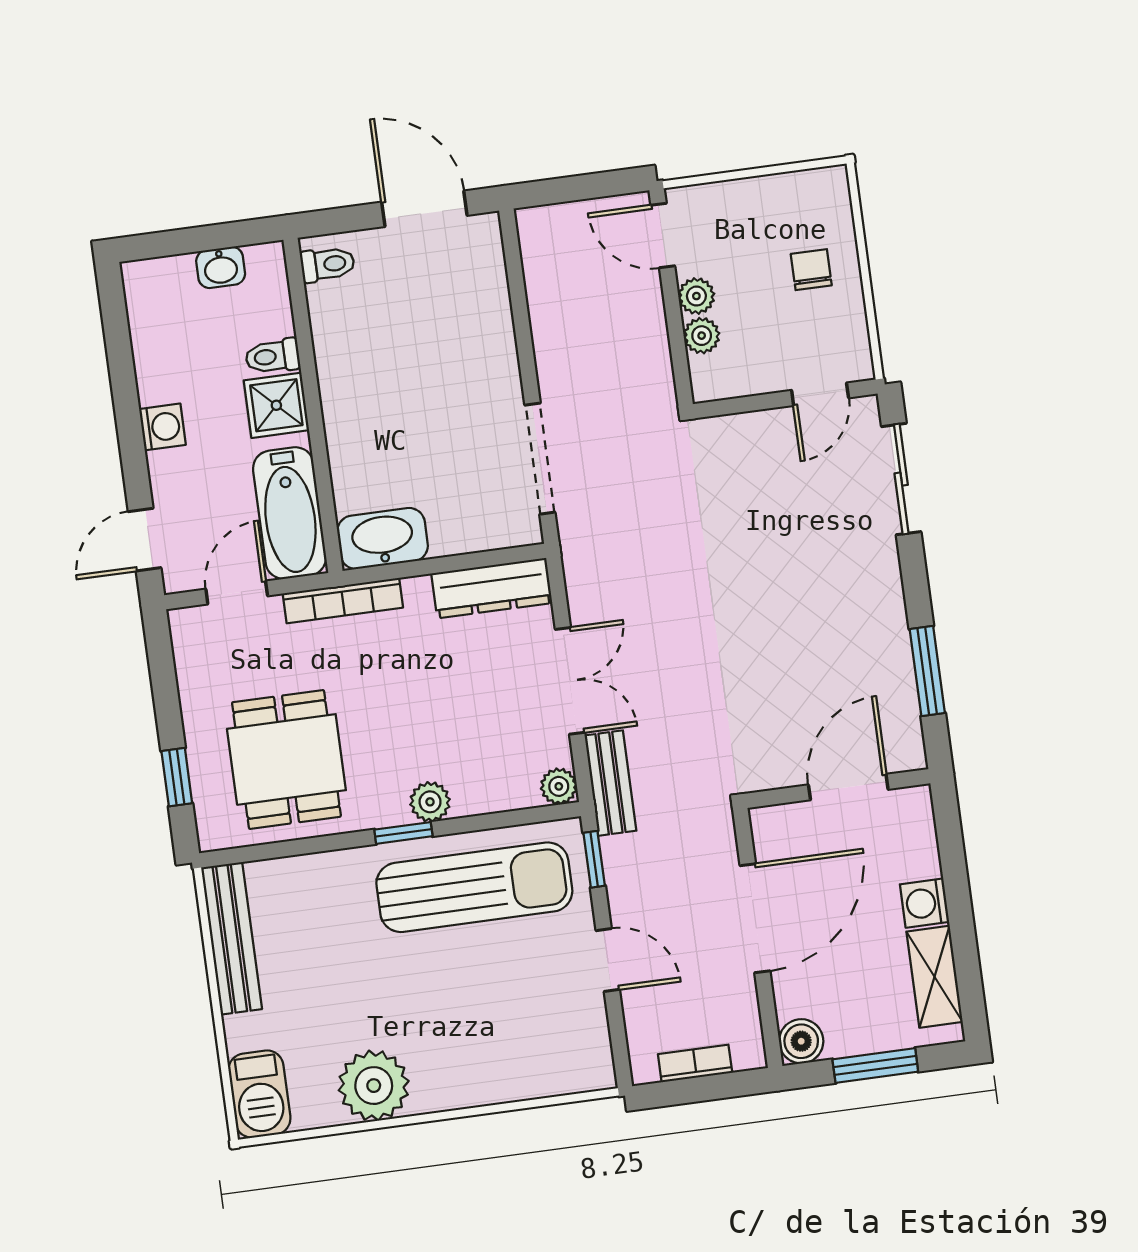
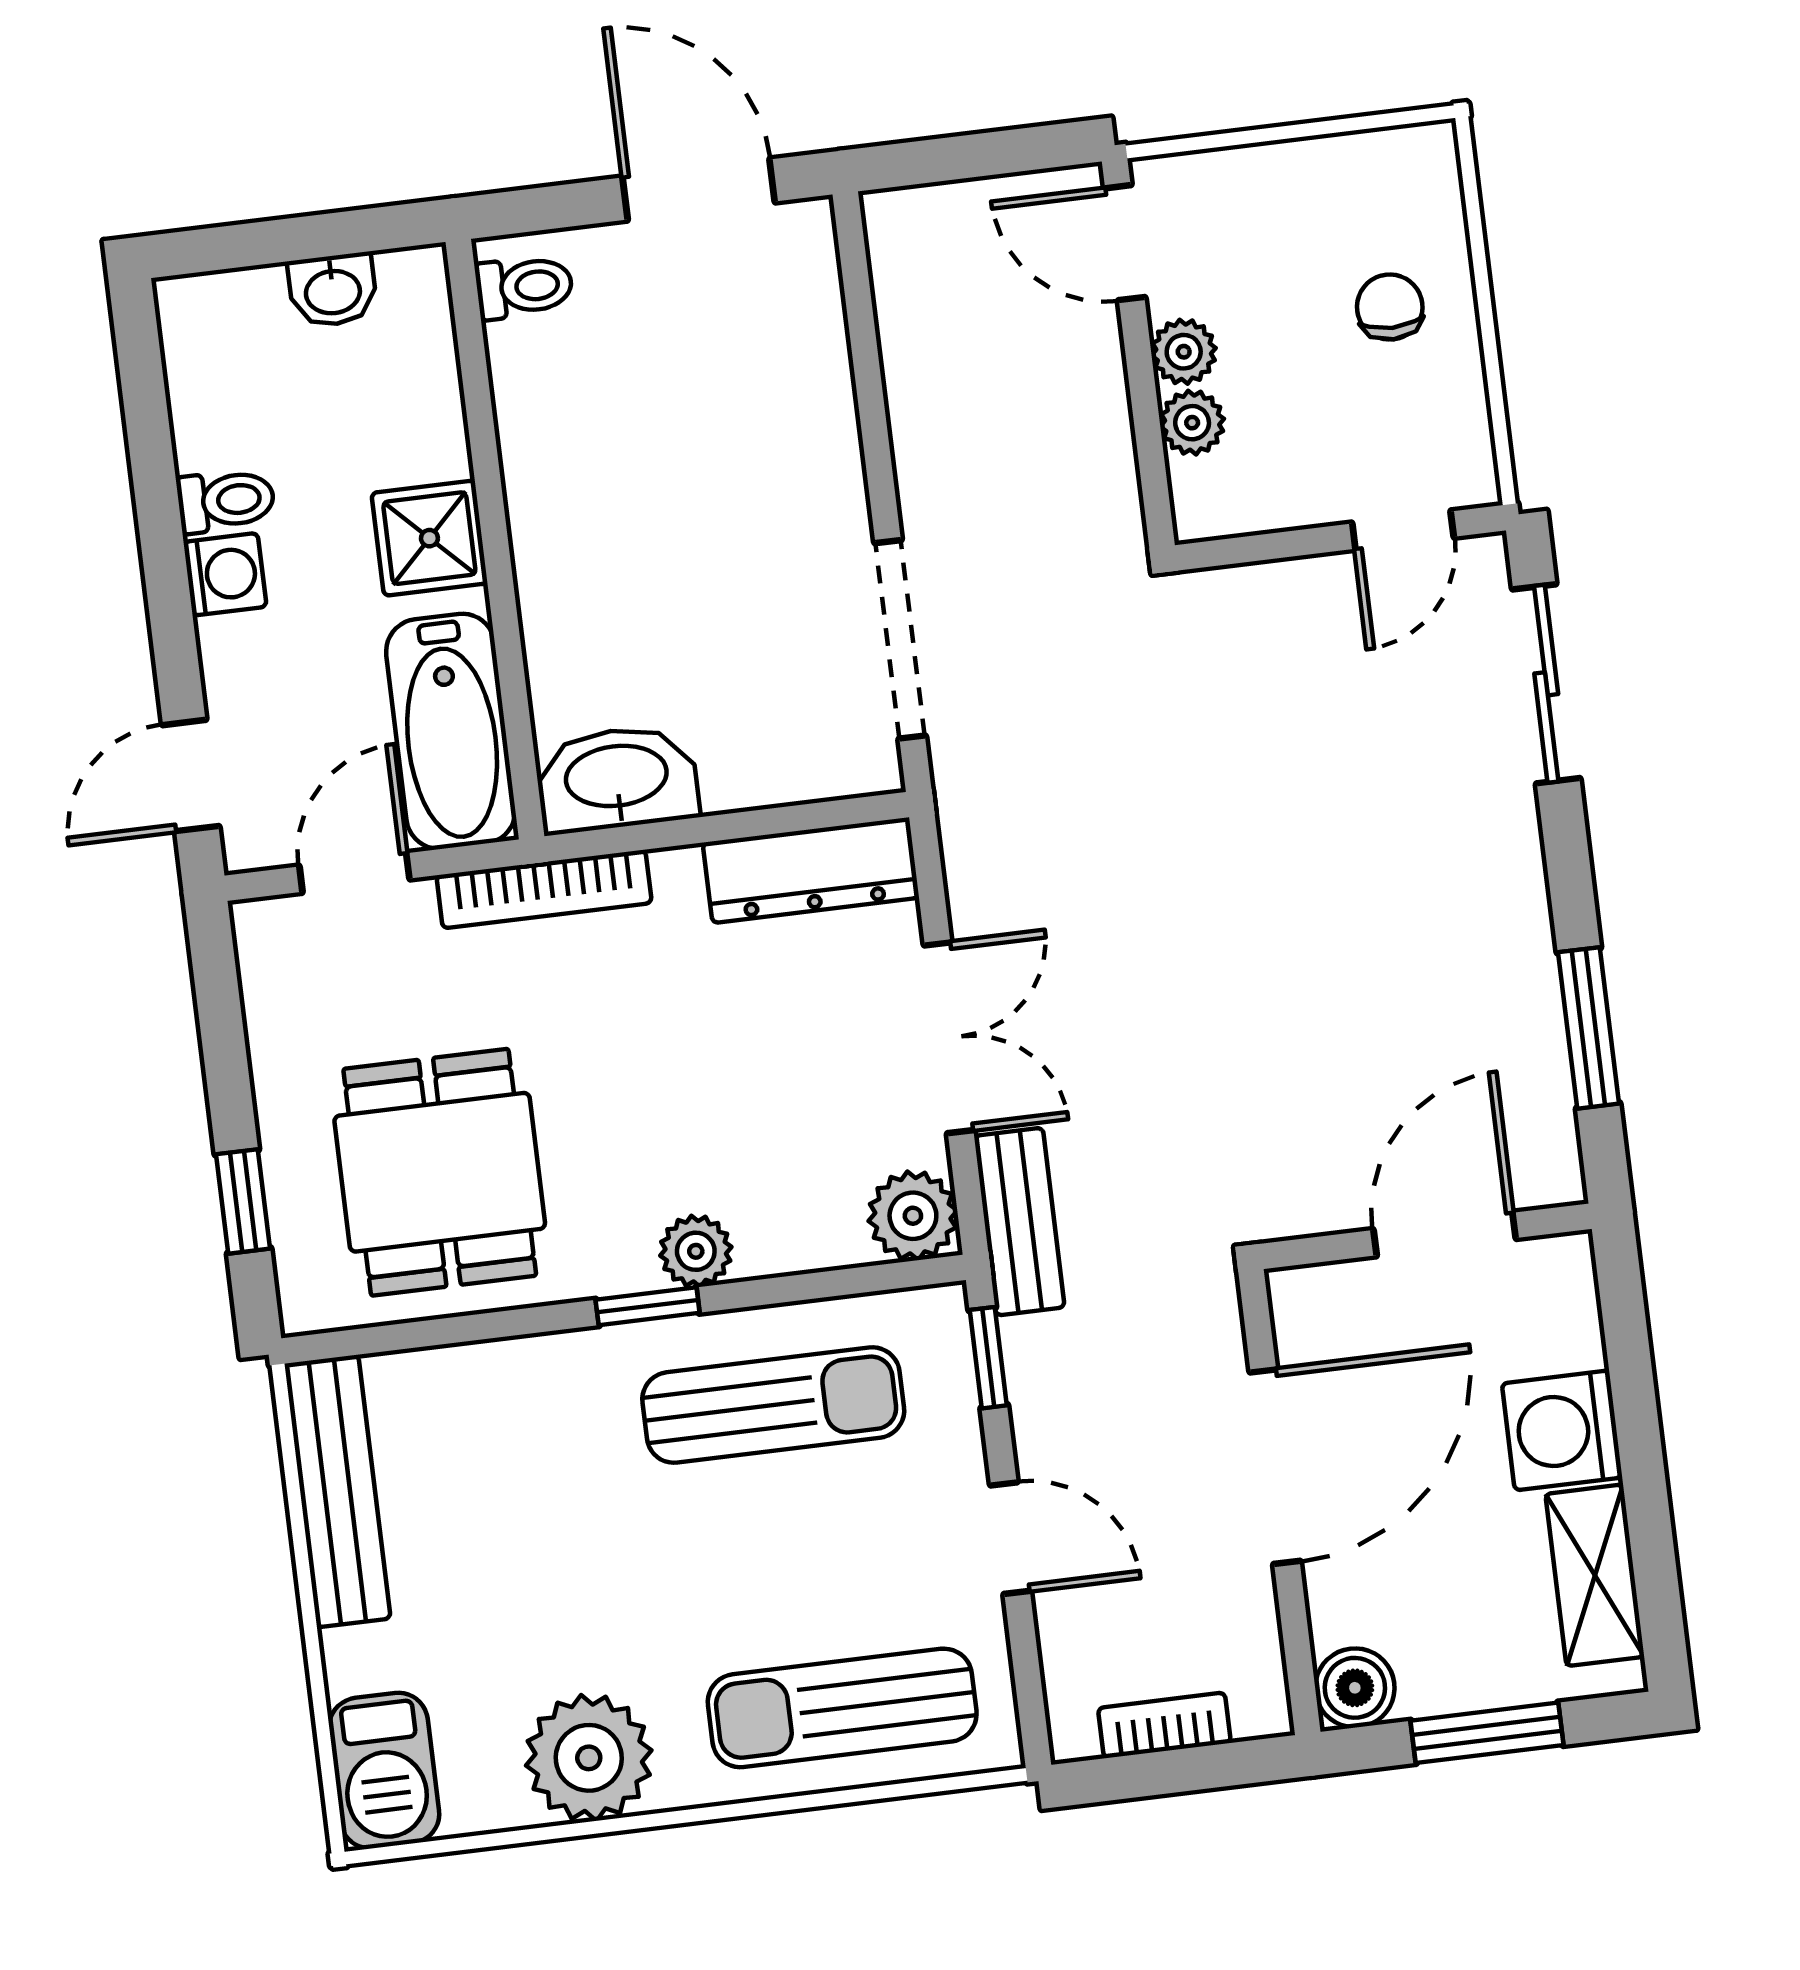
toilet: (273, 356) -> (226, 501), moved, turned 180
plant: (559, 786) -> (913, 1216), width x1.38, depth x1.38
sun lounger: (474, 887) -> (773, 1405), width x0.73, depth x0.75
washing machine: (924, 903) -> (1562, 1430), width x1.38, depth x1.38
sun lounger: (515, 1056) -> (842, 1708), added

